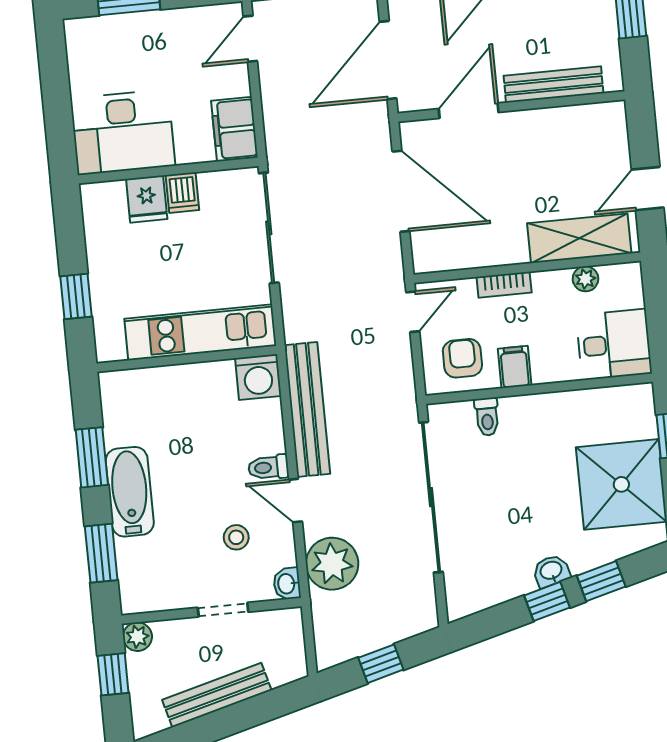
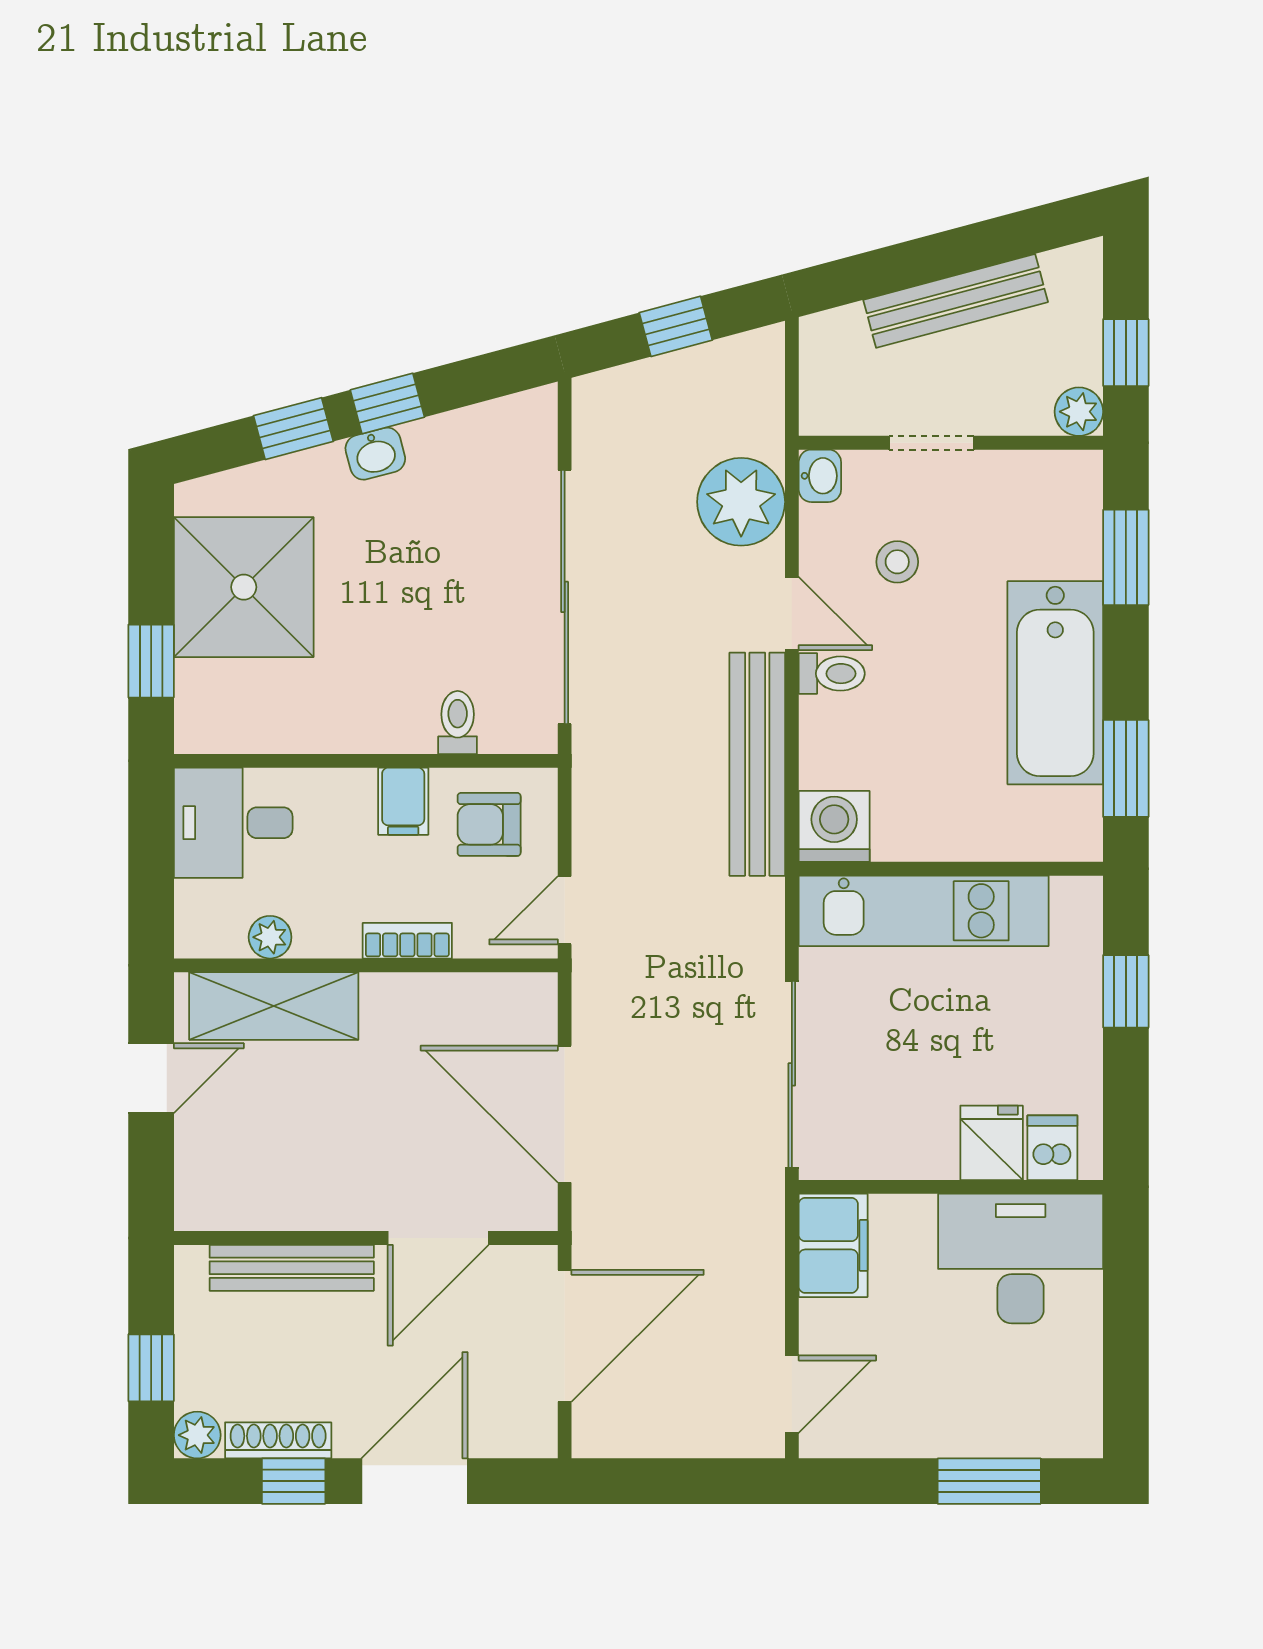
dishwasher: (182, 193) -> (1052, 1148), moved
armchair: (462, 358) -> (489, 824), turned 90
window: (92, 457) -> (1126, 768), moved
bathtub: (130, 492) -> (1055, 683), width x1.36, depth x1.36

